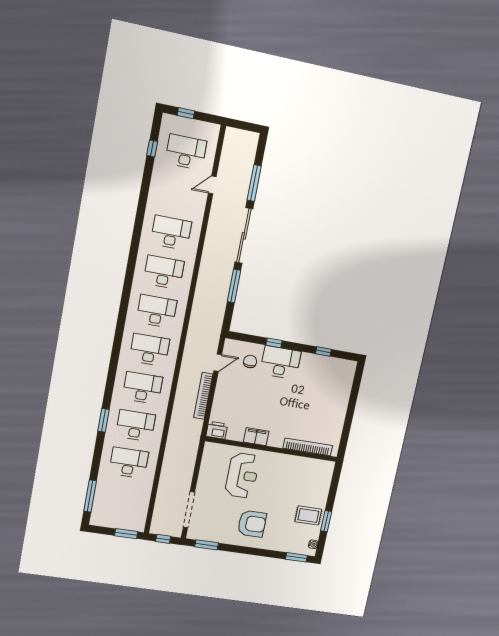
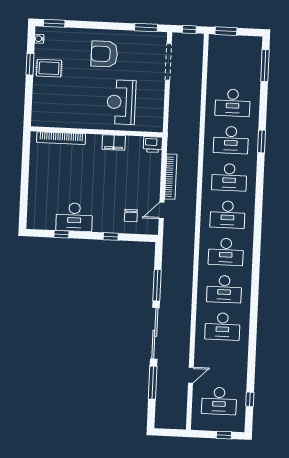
desk: (280, 362) -> (74, 217), moved

